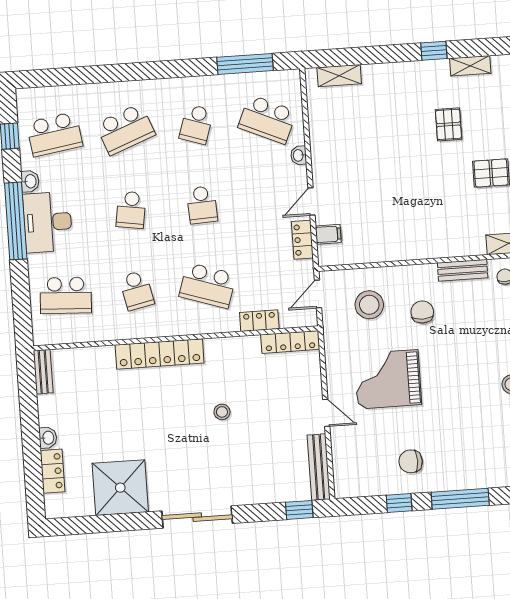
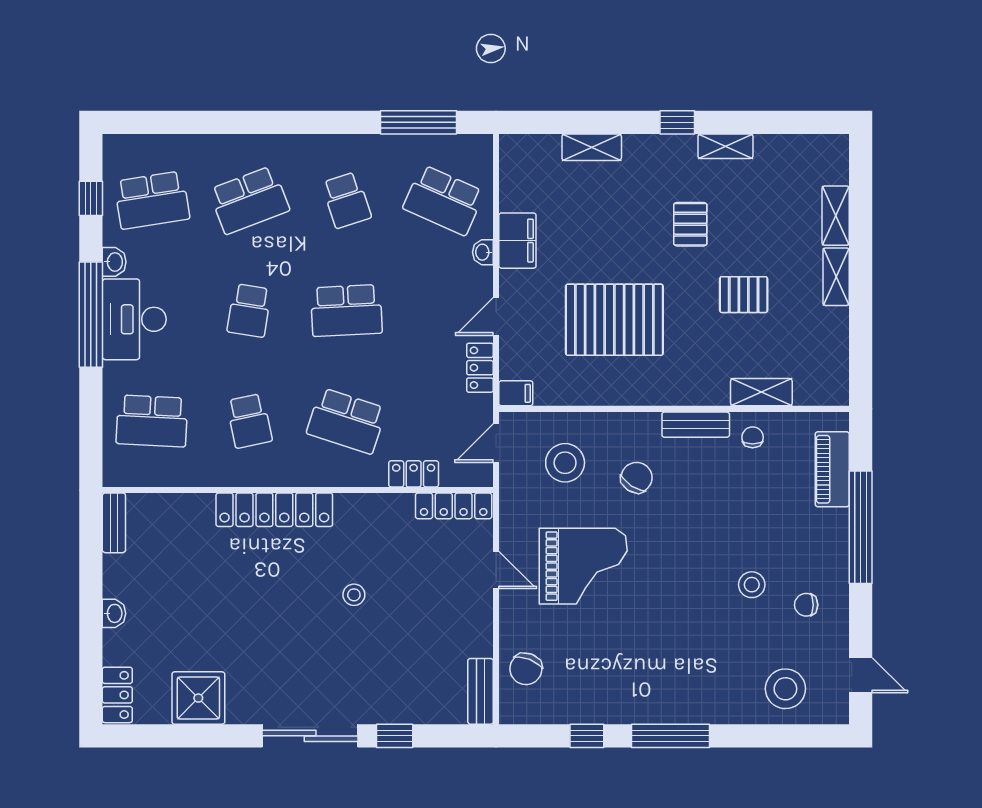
shelving: (339, 76) -> (592, 147), moved
school desk: (196, 124) -> (346, 200), turned -36
filing cabinet: (323, 145) -> (517, 241), added
pallet: (398, 198) -> (614, 320), added
school desk: (202, 205) -> (346, 310), width x1.85
filing cabinet: (328, 234) -> (516, 393), moved
chair: (422, 312) -> (637, 478), turned 33
grand piano: (388, 379) -> (583, 566), turned 180
door: (326, 413) -> (496, 570), moved
chair: (411, 461) -> (526, 669), moved, turned -69
bench: (319, 467) -> (481, 691), width x0.73
locker: (53, 471) -> (117, 695), moved
shower: (120, 488) -> (198, 698), width x0.73, depth x0.73
window: (299, 510) -> (395, 736), moved

